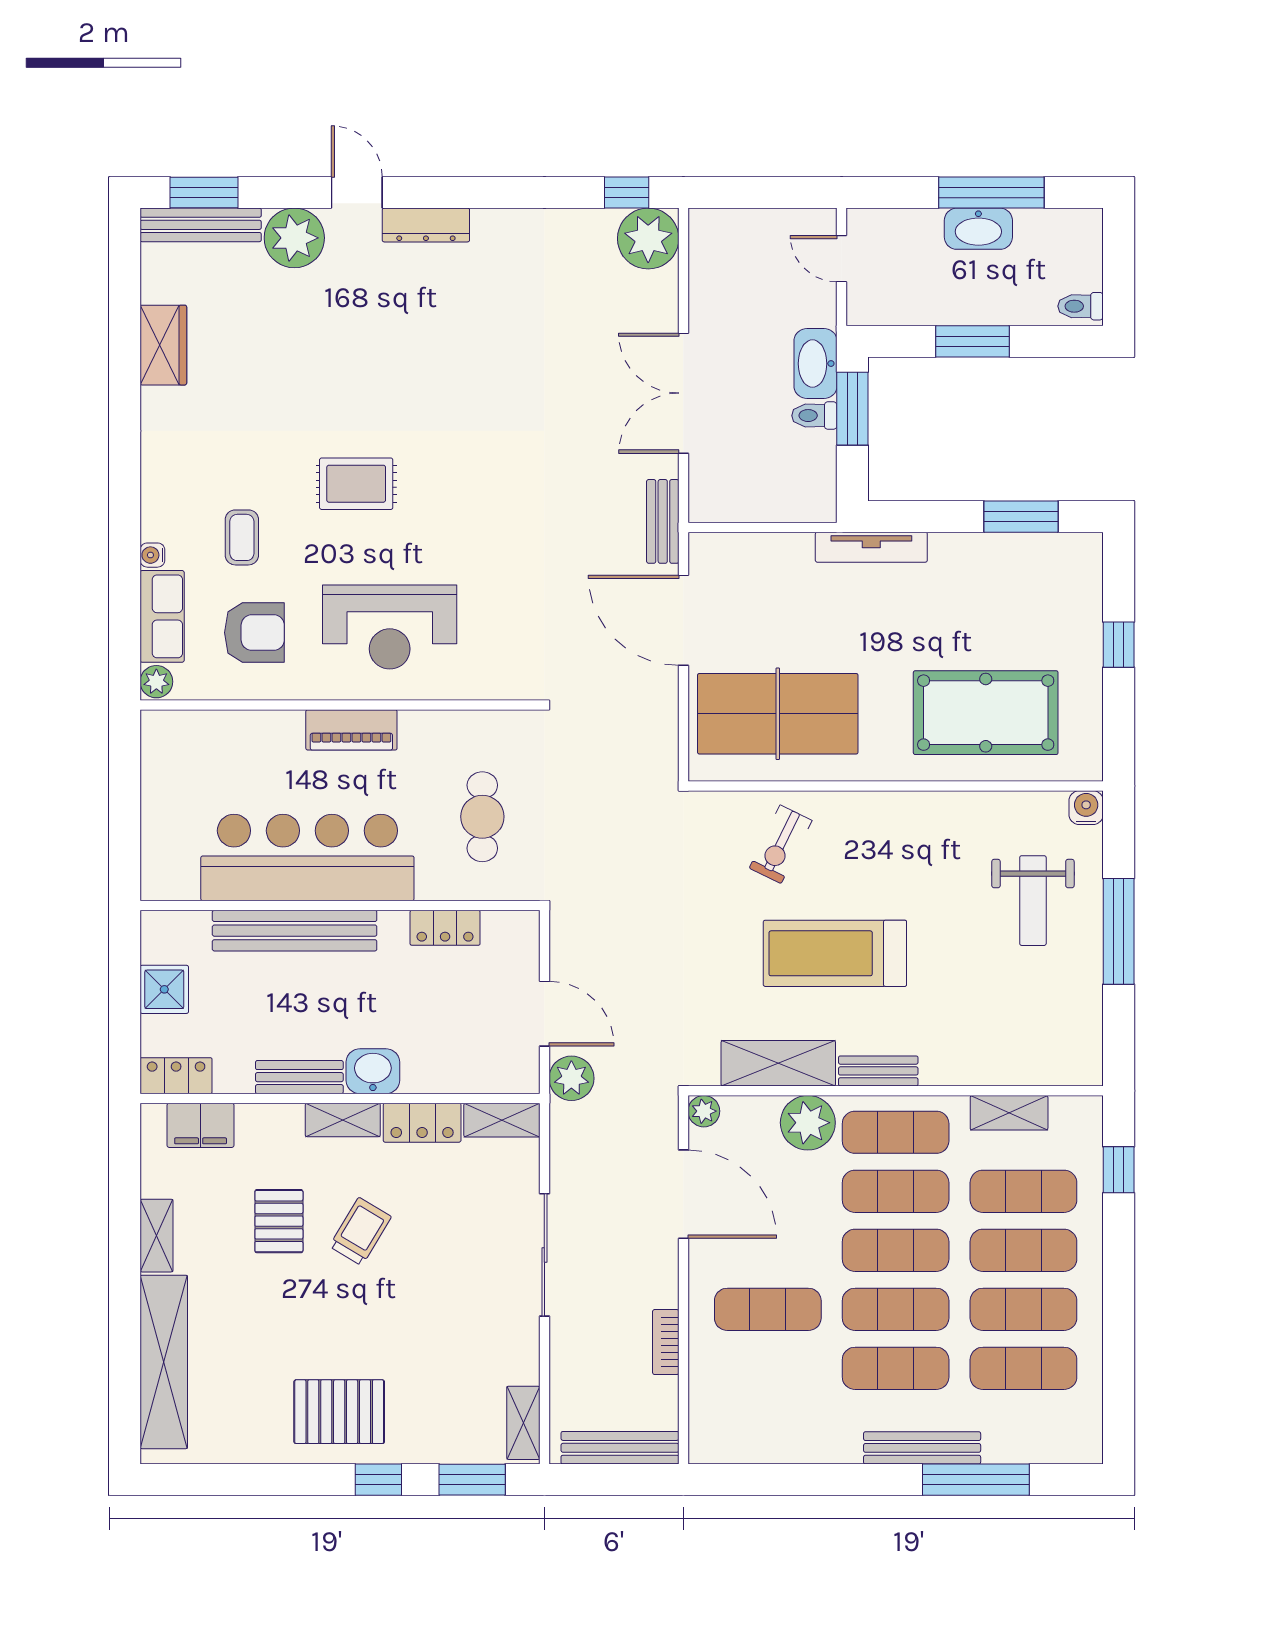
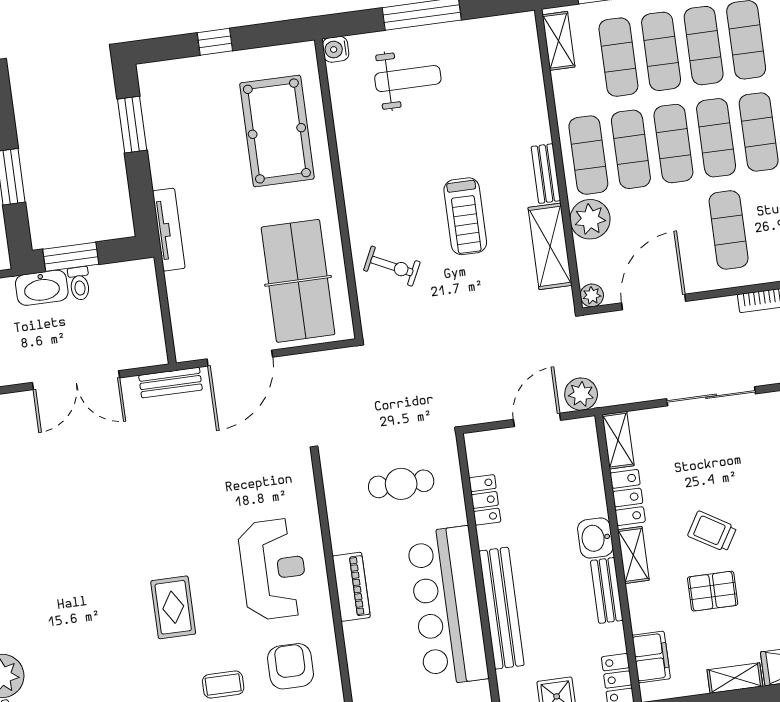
treadmill: (835, 953) -> (465, 216), width x0.73, depth x0.73
shelving: (1009, 1113) -> (559, 41), moved

